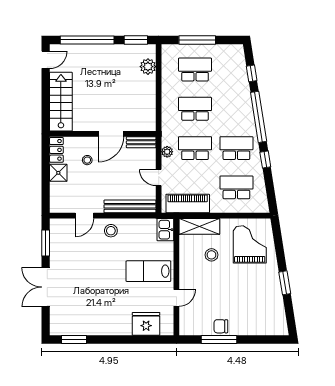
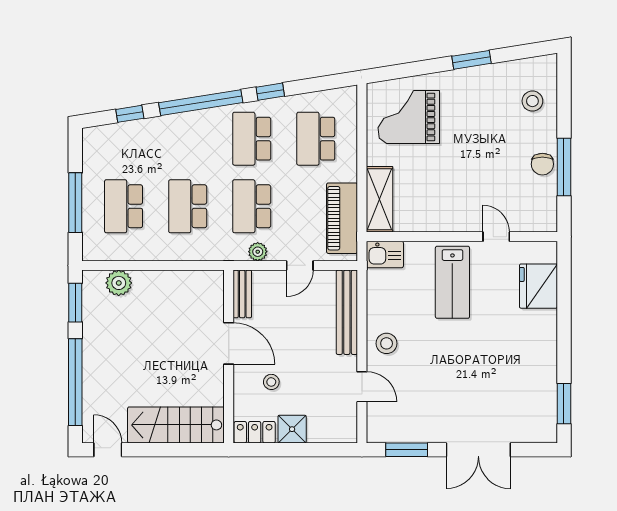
stool: (211, 255) -> (532, 101), moved

